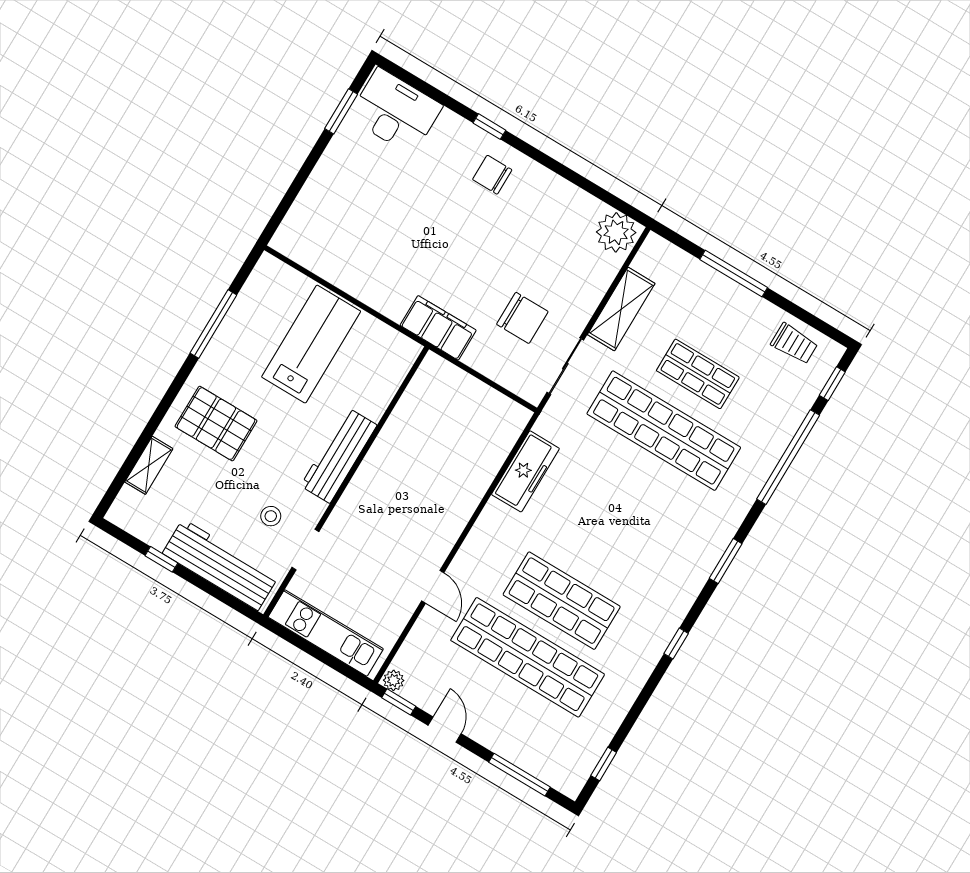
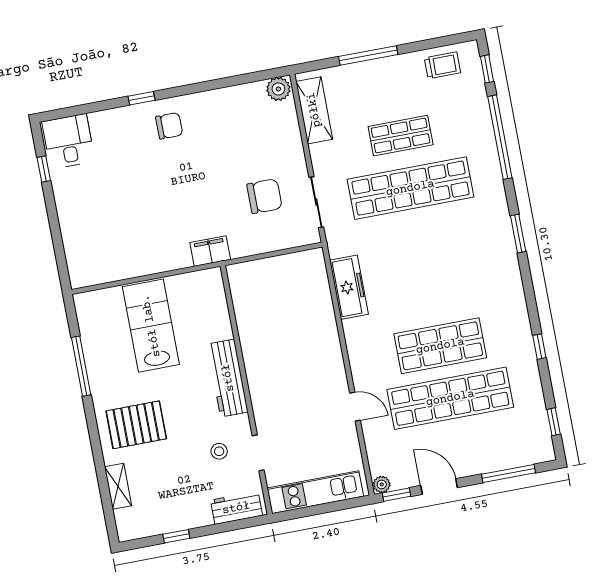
window: (341, 111) -> (44, 169), width x0.67
desk: (395, 112) -> (68, 141), width x0.73
chair: (492, 175) -> (169, 126), turned 180
plant: (616, 232) -> (278, 89), width x0.73, depth x0.73
shelving: (621, 309) -> (314, 110), moved
filing cabinet: (438, 328) -> (210, 251), width x0.67, depth x0.86
workbench: (220, 565) -> (236, 508), width x0.53, depth x0.76
window: (676, 643) -> (539, 347), moved
door: (445, 730) -> (439, 487), width x1.38

